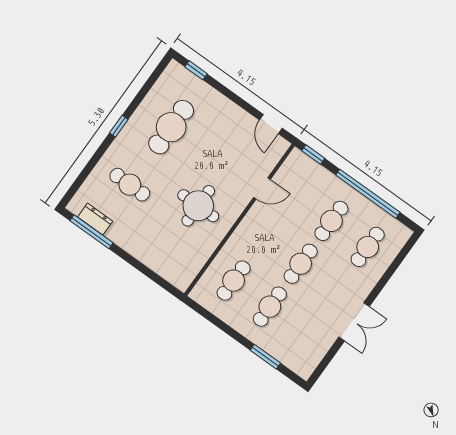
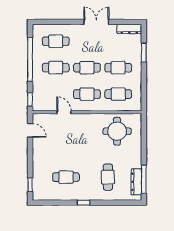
door: (271, 124) -> (30, 130), hinge flipped
cafe table: (171, 127) -> (66, 177), width x0.73, depth x0.74
round table: (198, 206) -> (117, 131), moved
dresser: (95, 219) -> (136, 182), width x1.44
cafe table: (264, 238) -> (87, 94), added
dresser: (312, 360) -> (129, 29), added

